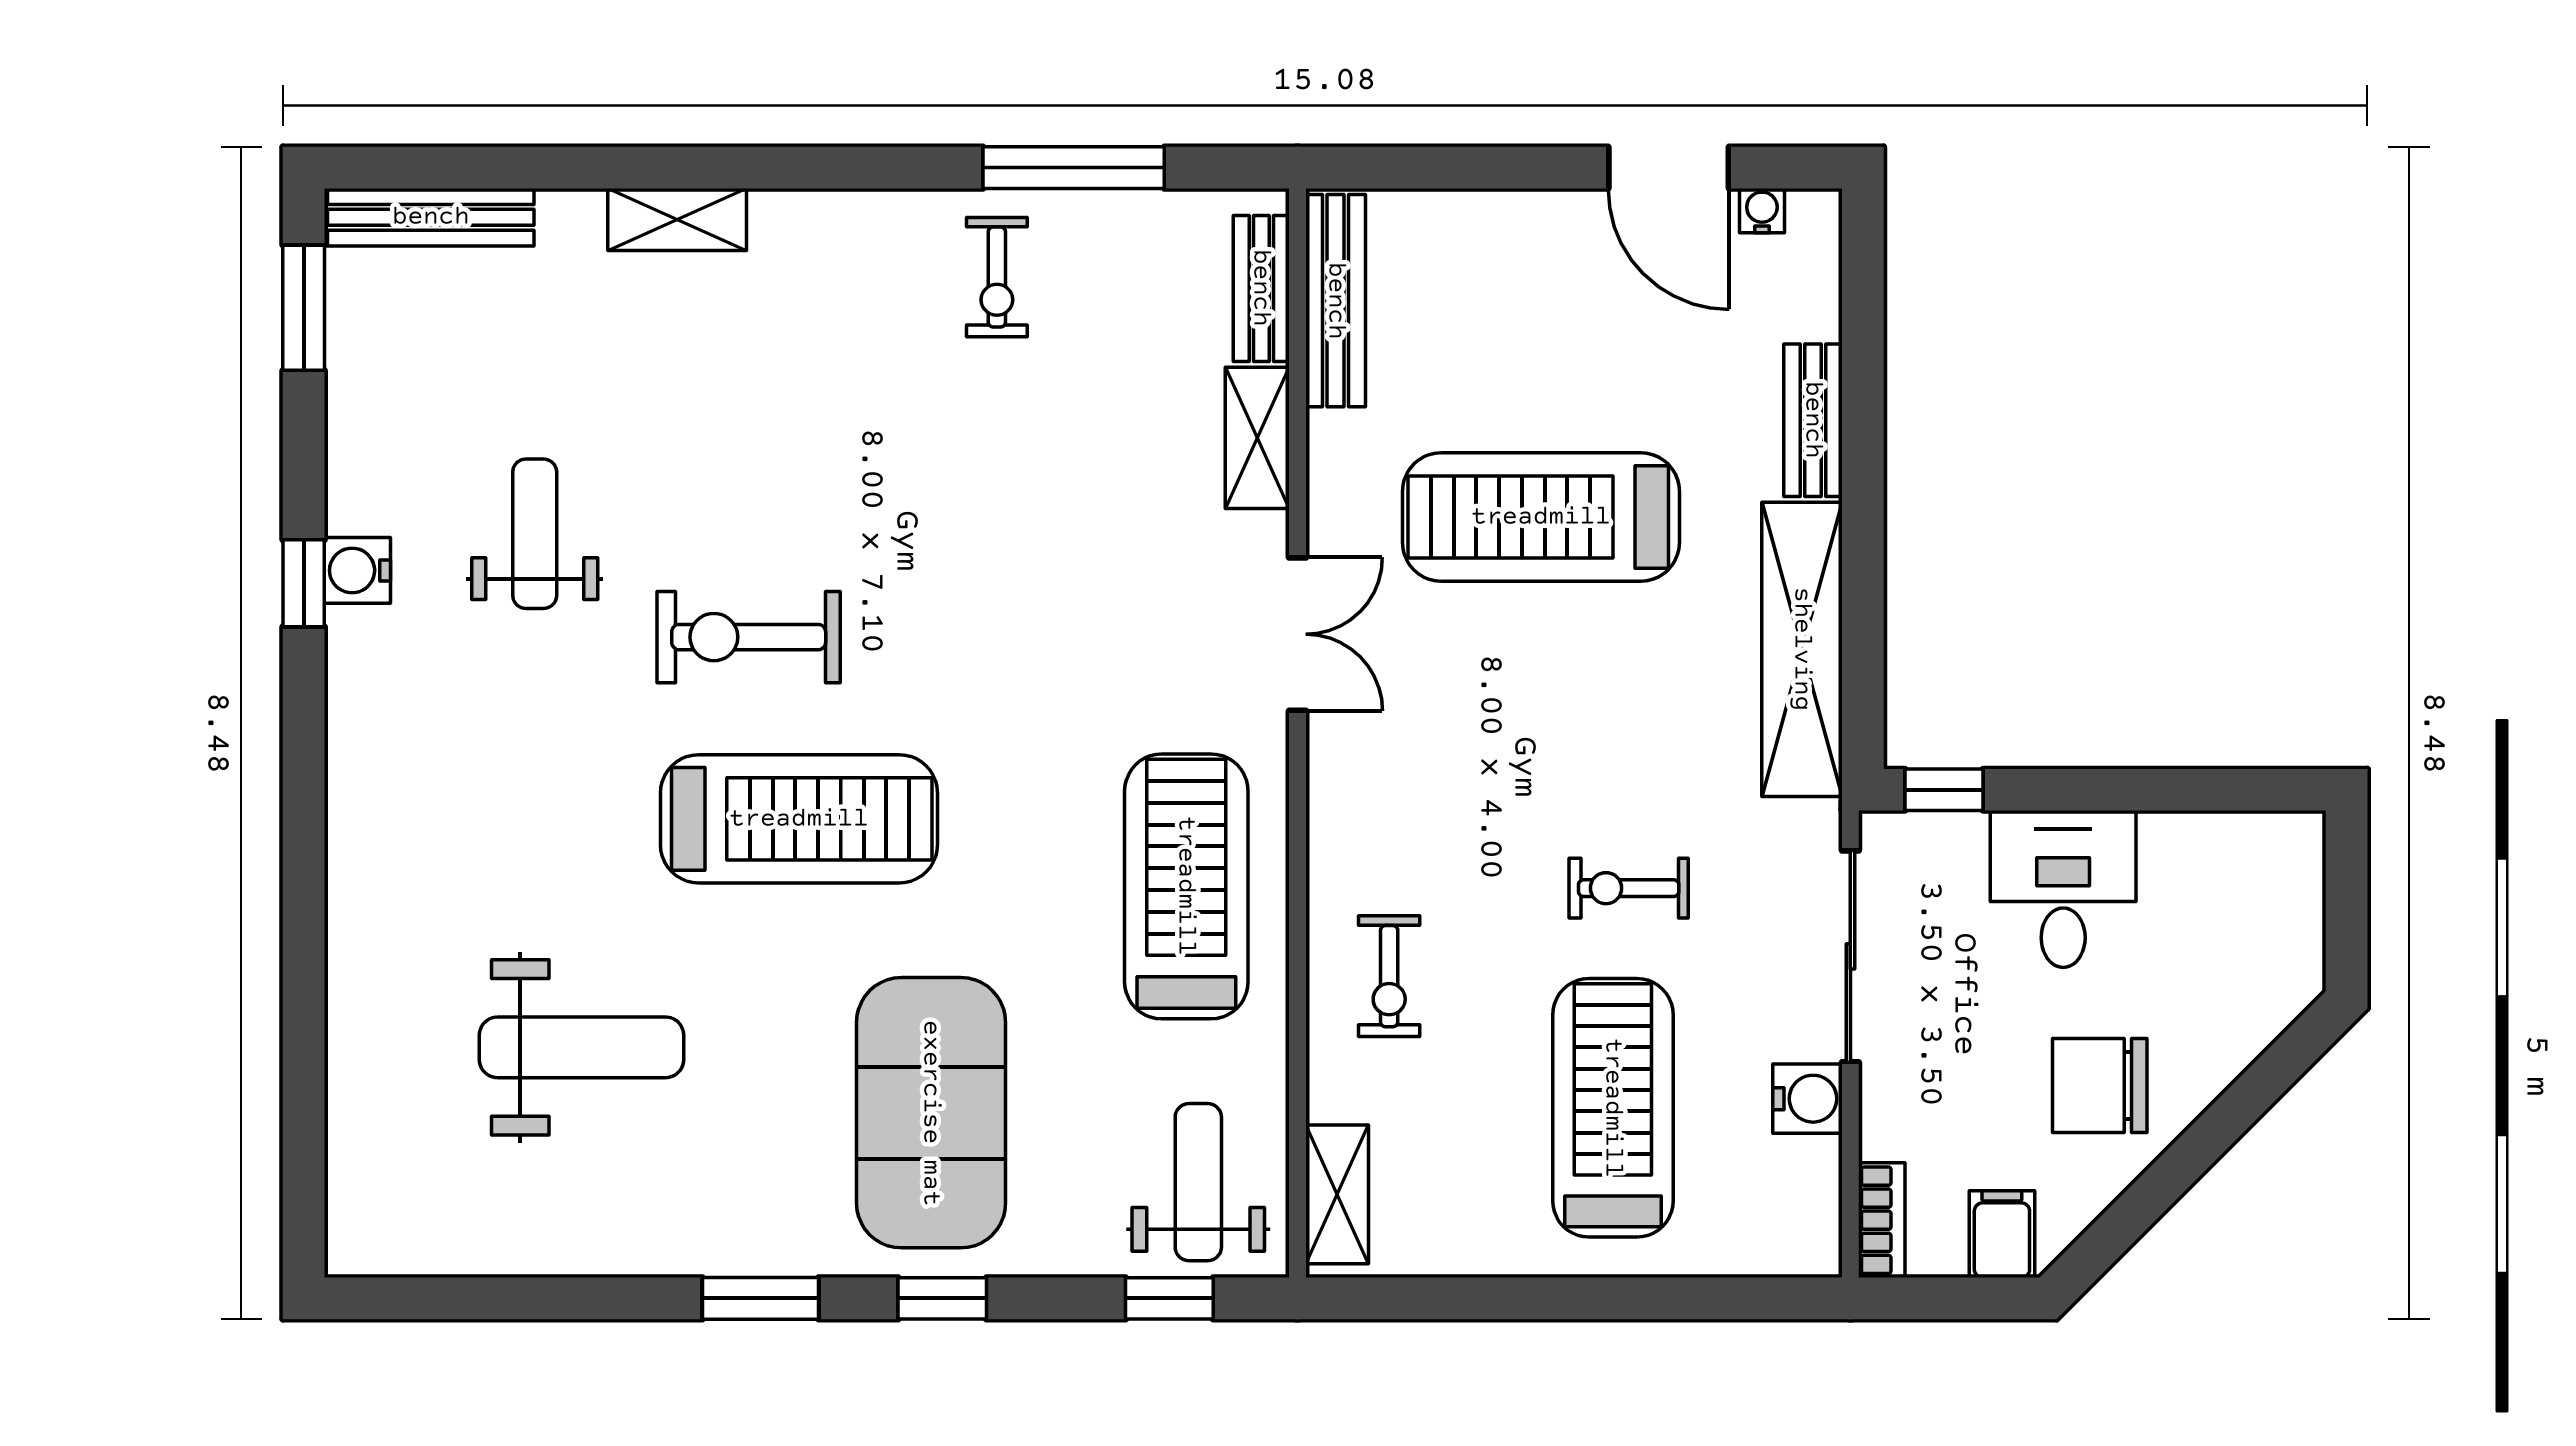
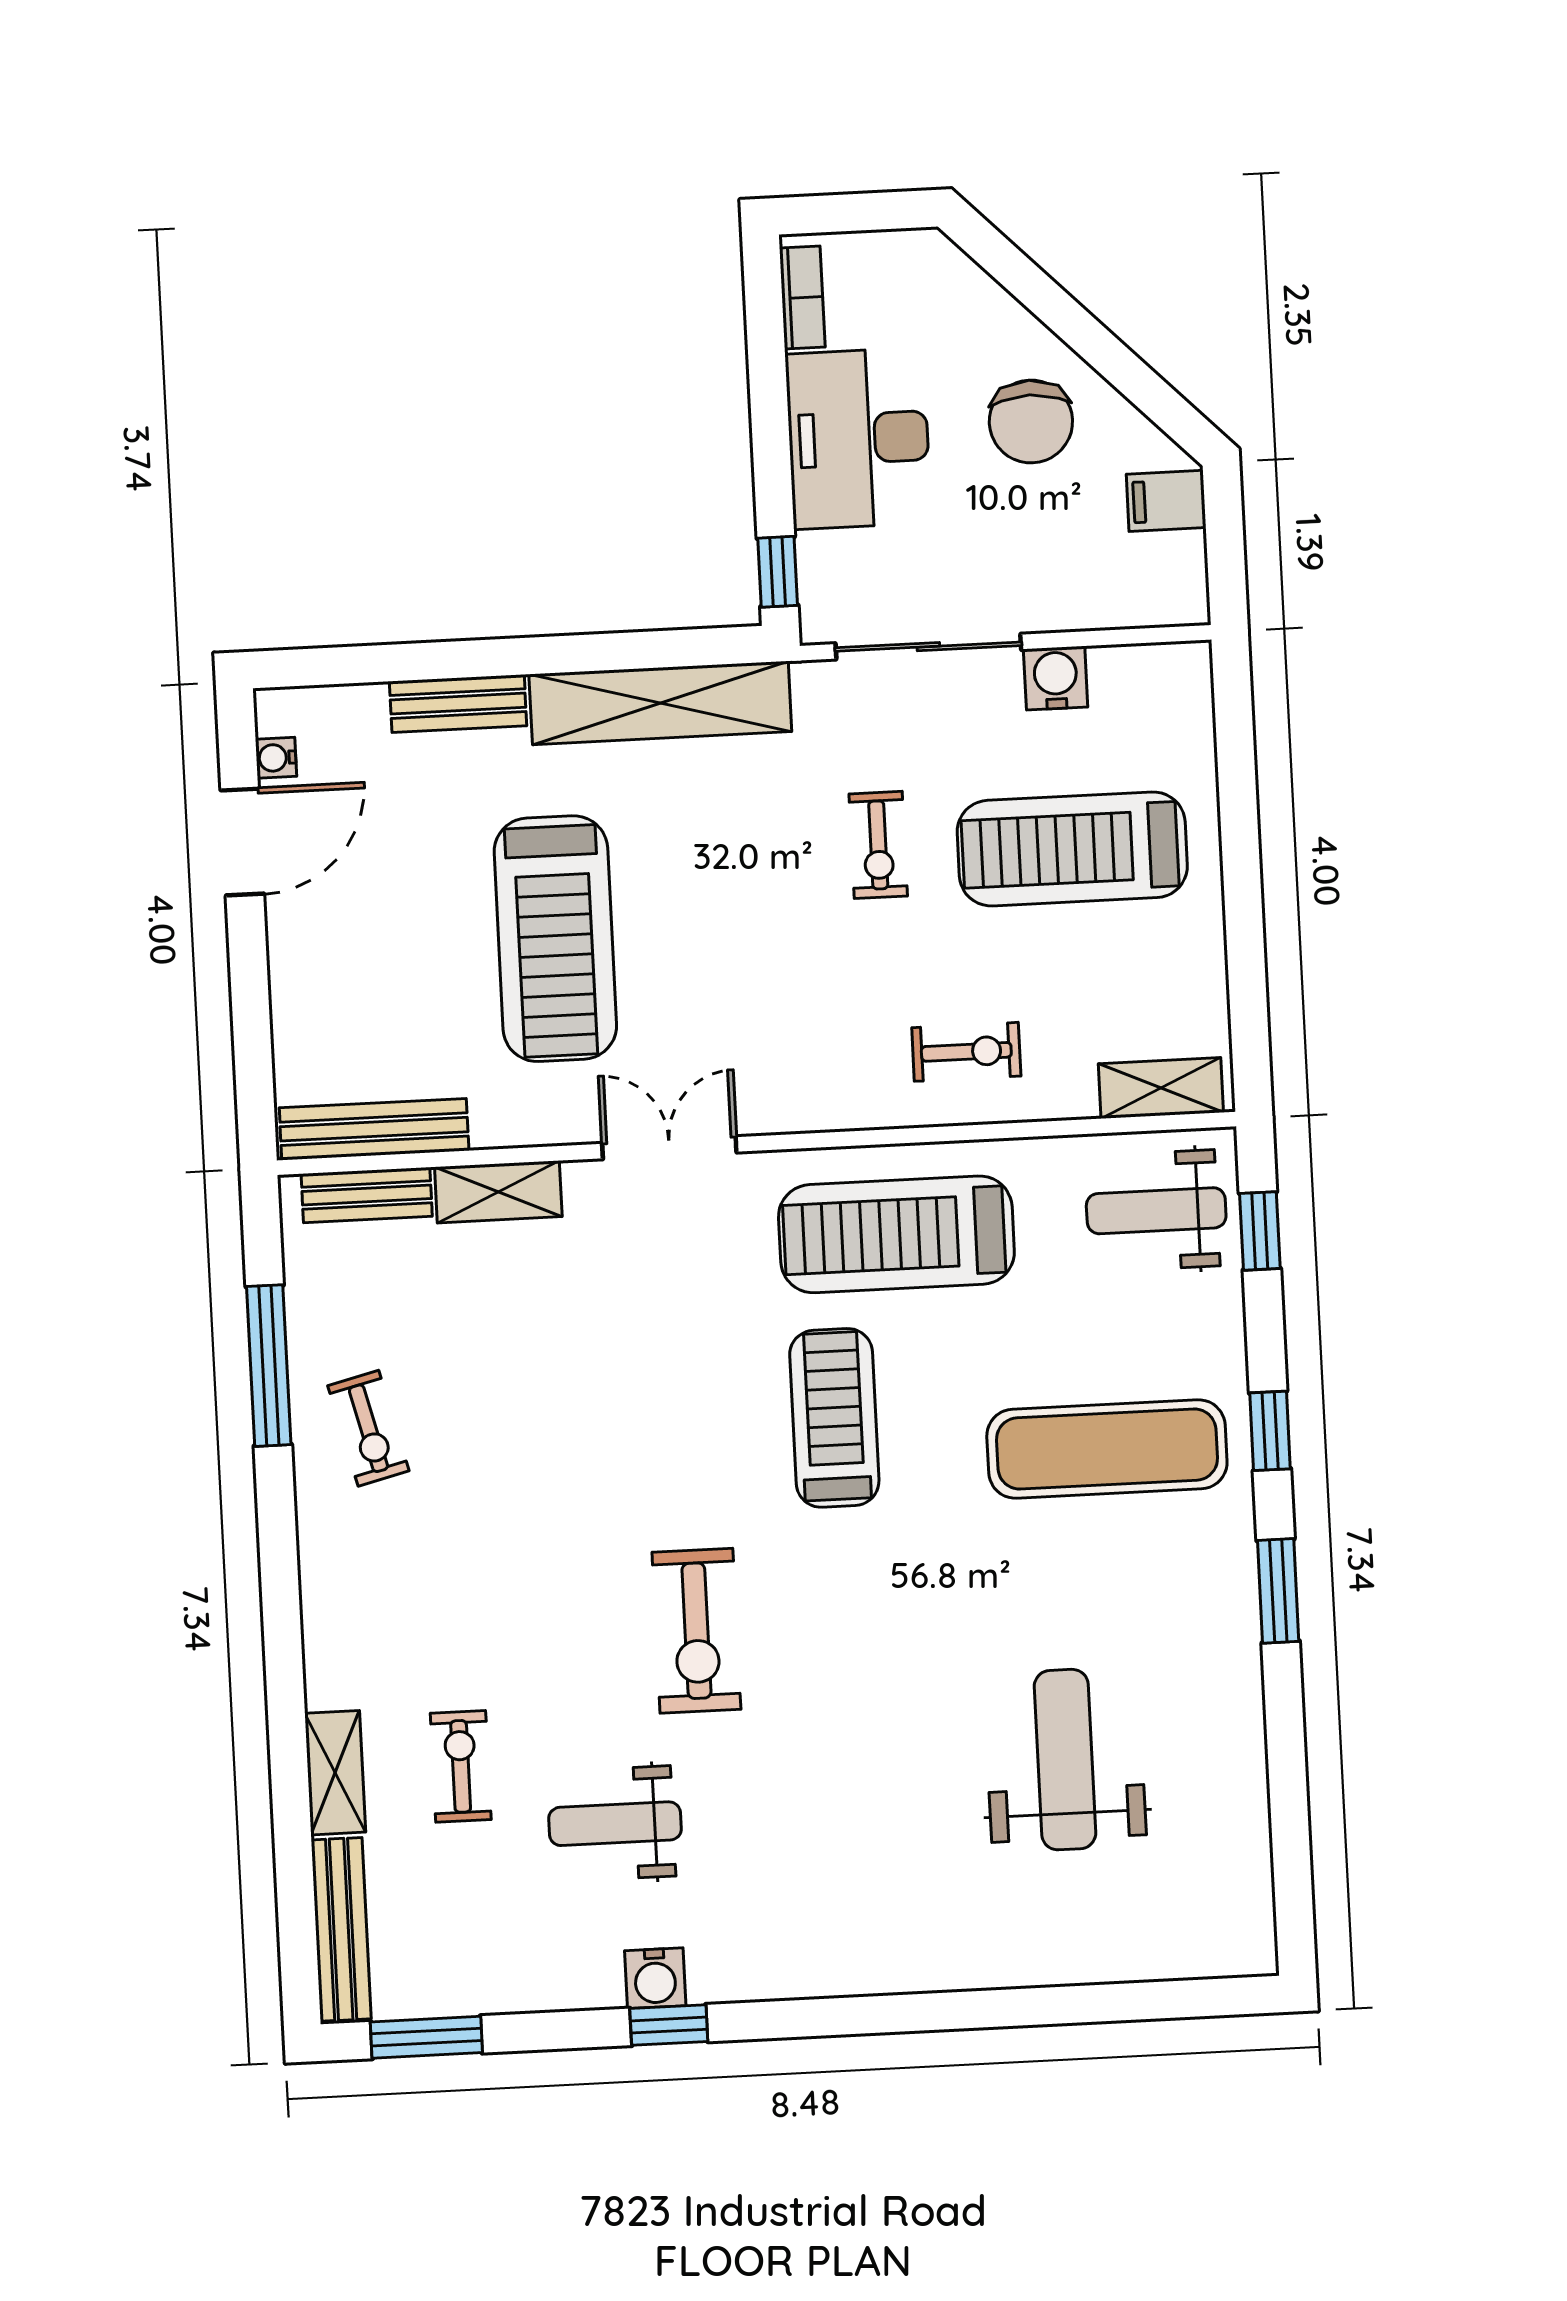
shelving: (677, 220) -> (335, 1773), moved
exercise bike: (997, 277) -> (368, 1428), turned 76
exercise bike: (609, 362) -> (461, 1766), added
treadmill: (799, 819) -> (834, 1418), moved, width x0.73, depth x0.73
desk: (2063, 889) -> (858, 439), width x1.37
exercise mat: (931, 1113) -> (1107, 1449), width x0.68
bookcase: (1882, 1220) -> (802, 298), moved, turned 90

